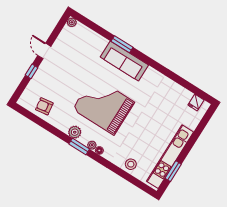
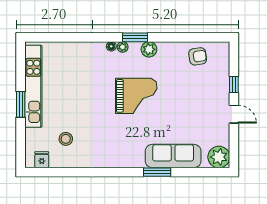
plant: (72, 22) -> (219, 157), width x1.87, depth x1.87
sofa: (124, 61) -> (173, 156), moved
grand piano: (104, 106) -> (136, 96), width x0.73, depth x0.68
stool: (131, 164) -> (66, 139), moved
window: (173, 171) -> (21, 104), moved

